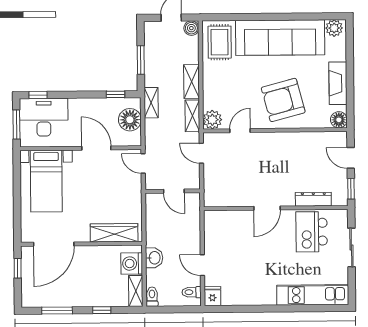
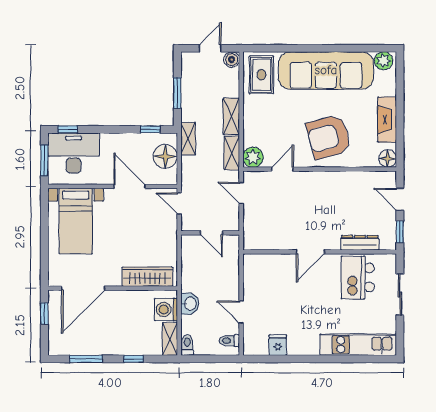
fridge: (212, 296) -> (278, 345), moved

